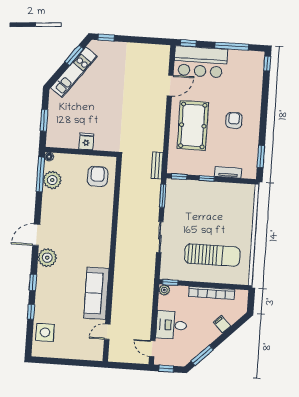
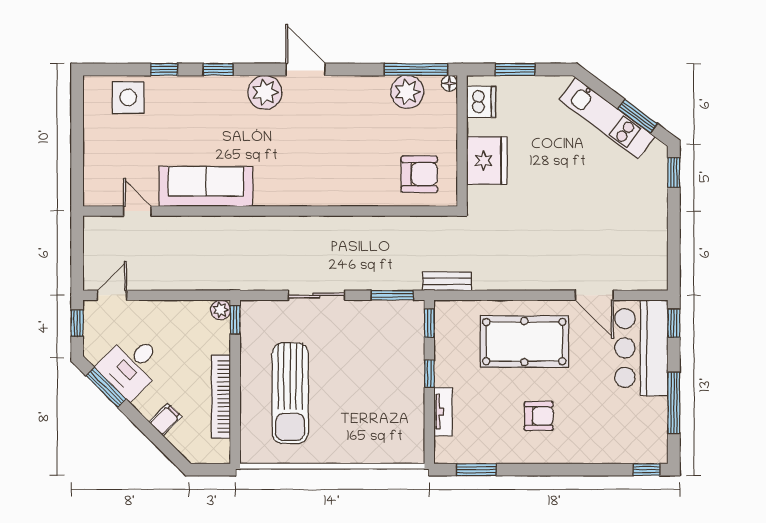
dishwasher: (60, 140) -> (481, 102), added
fridge: (86, 141) -> (487, 160), width x1.88, depth x1.34
desk: (171, 325) -> (131, 366), moved, turned -135

